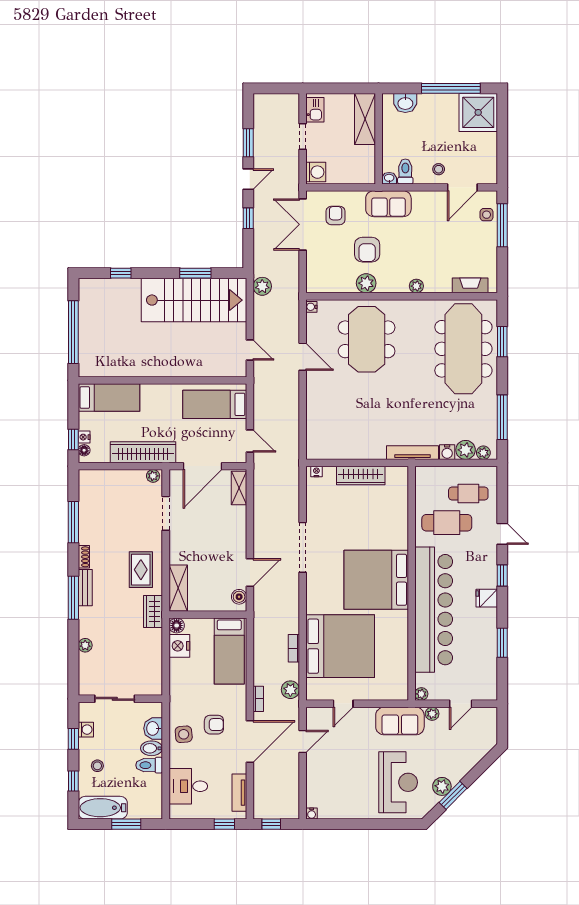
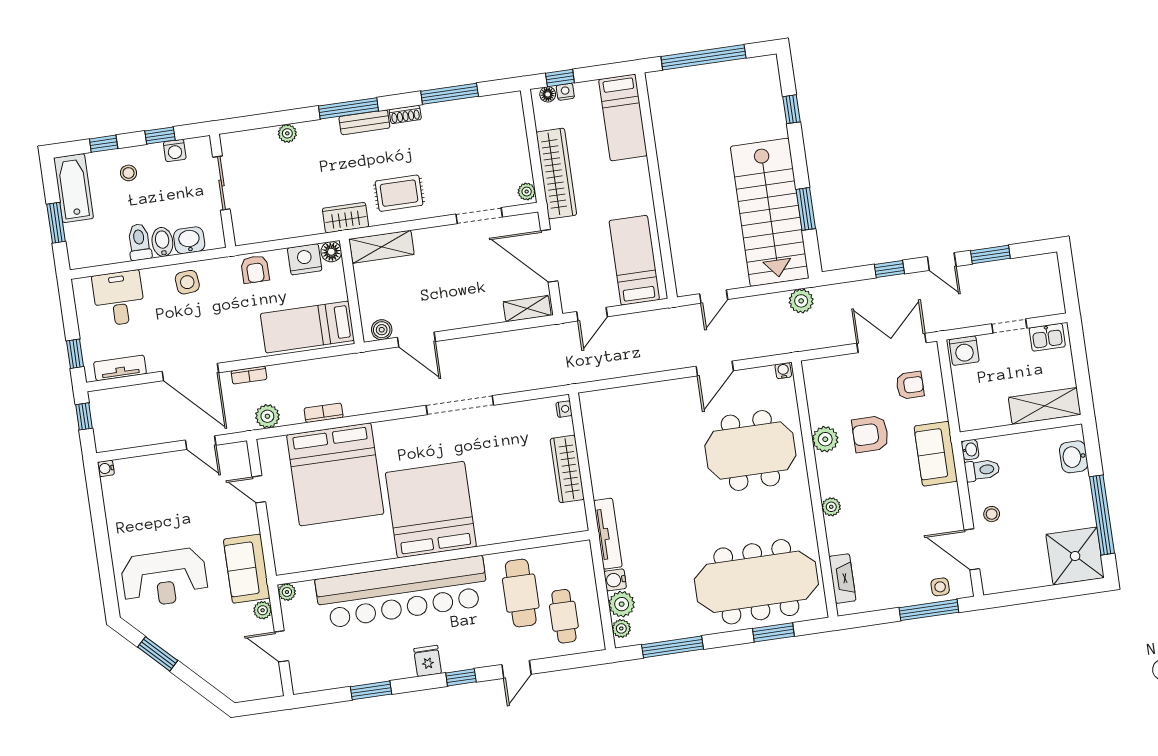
armchair: (214, 725) -> (255, 269), moved
plant: (442, 786) -> (167, 637), removed

